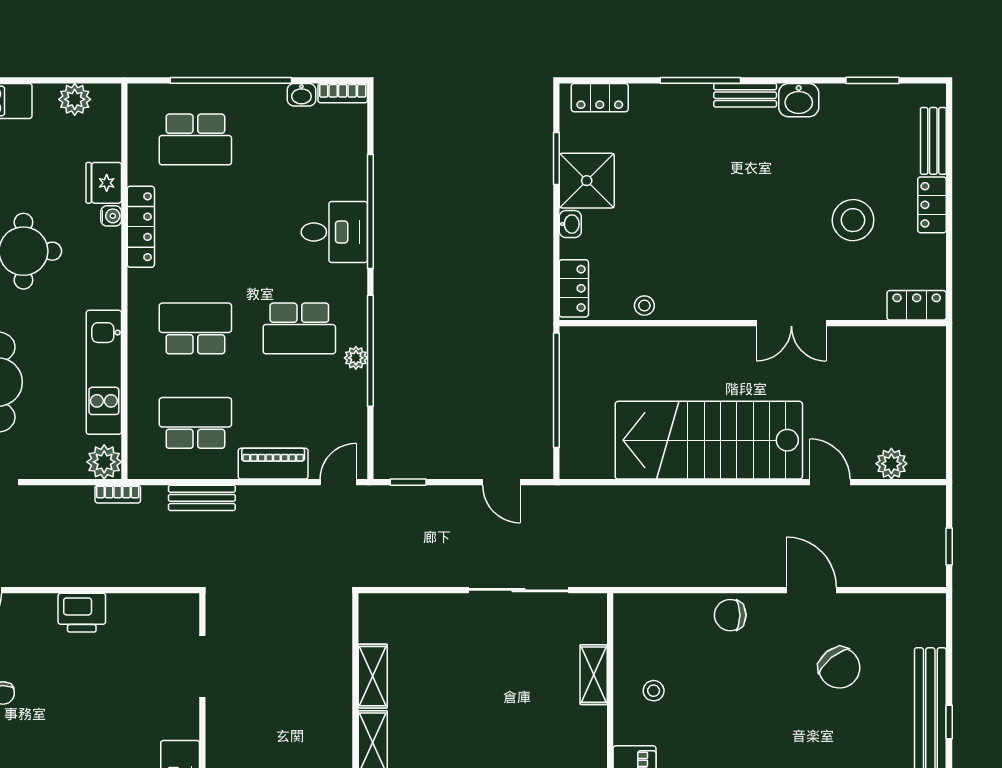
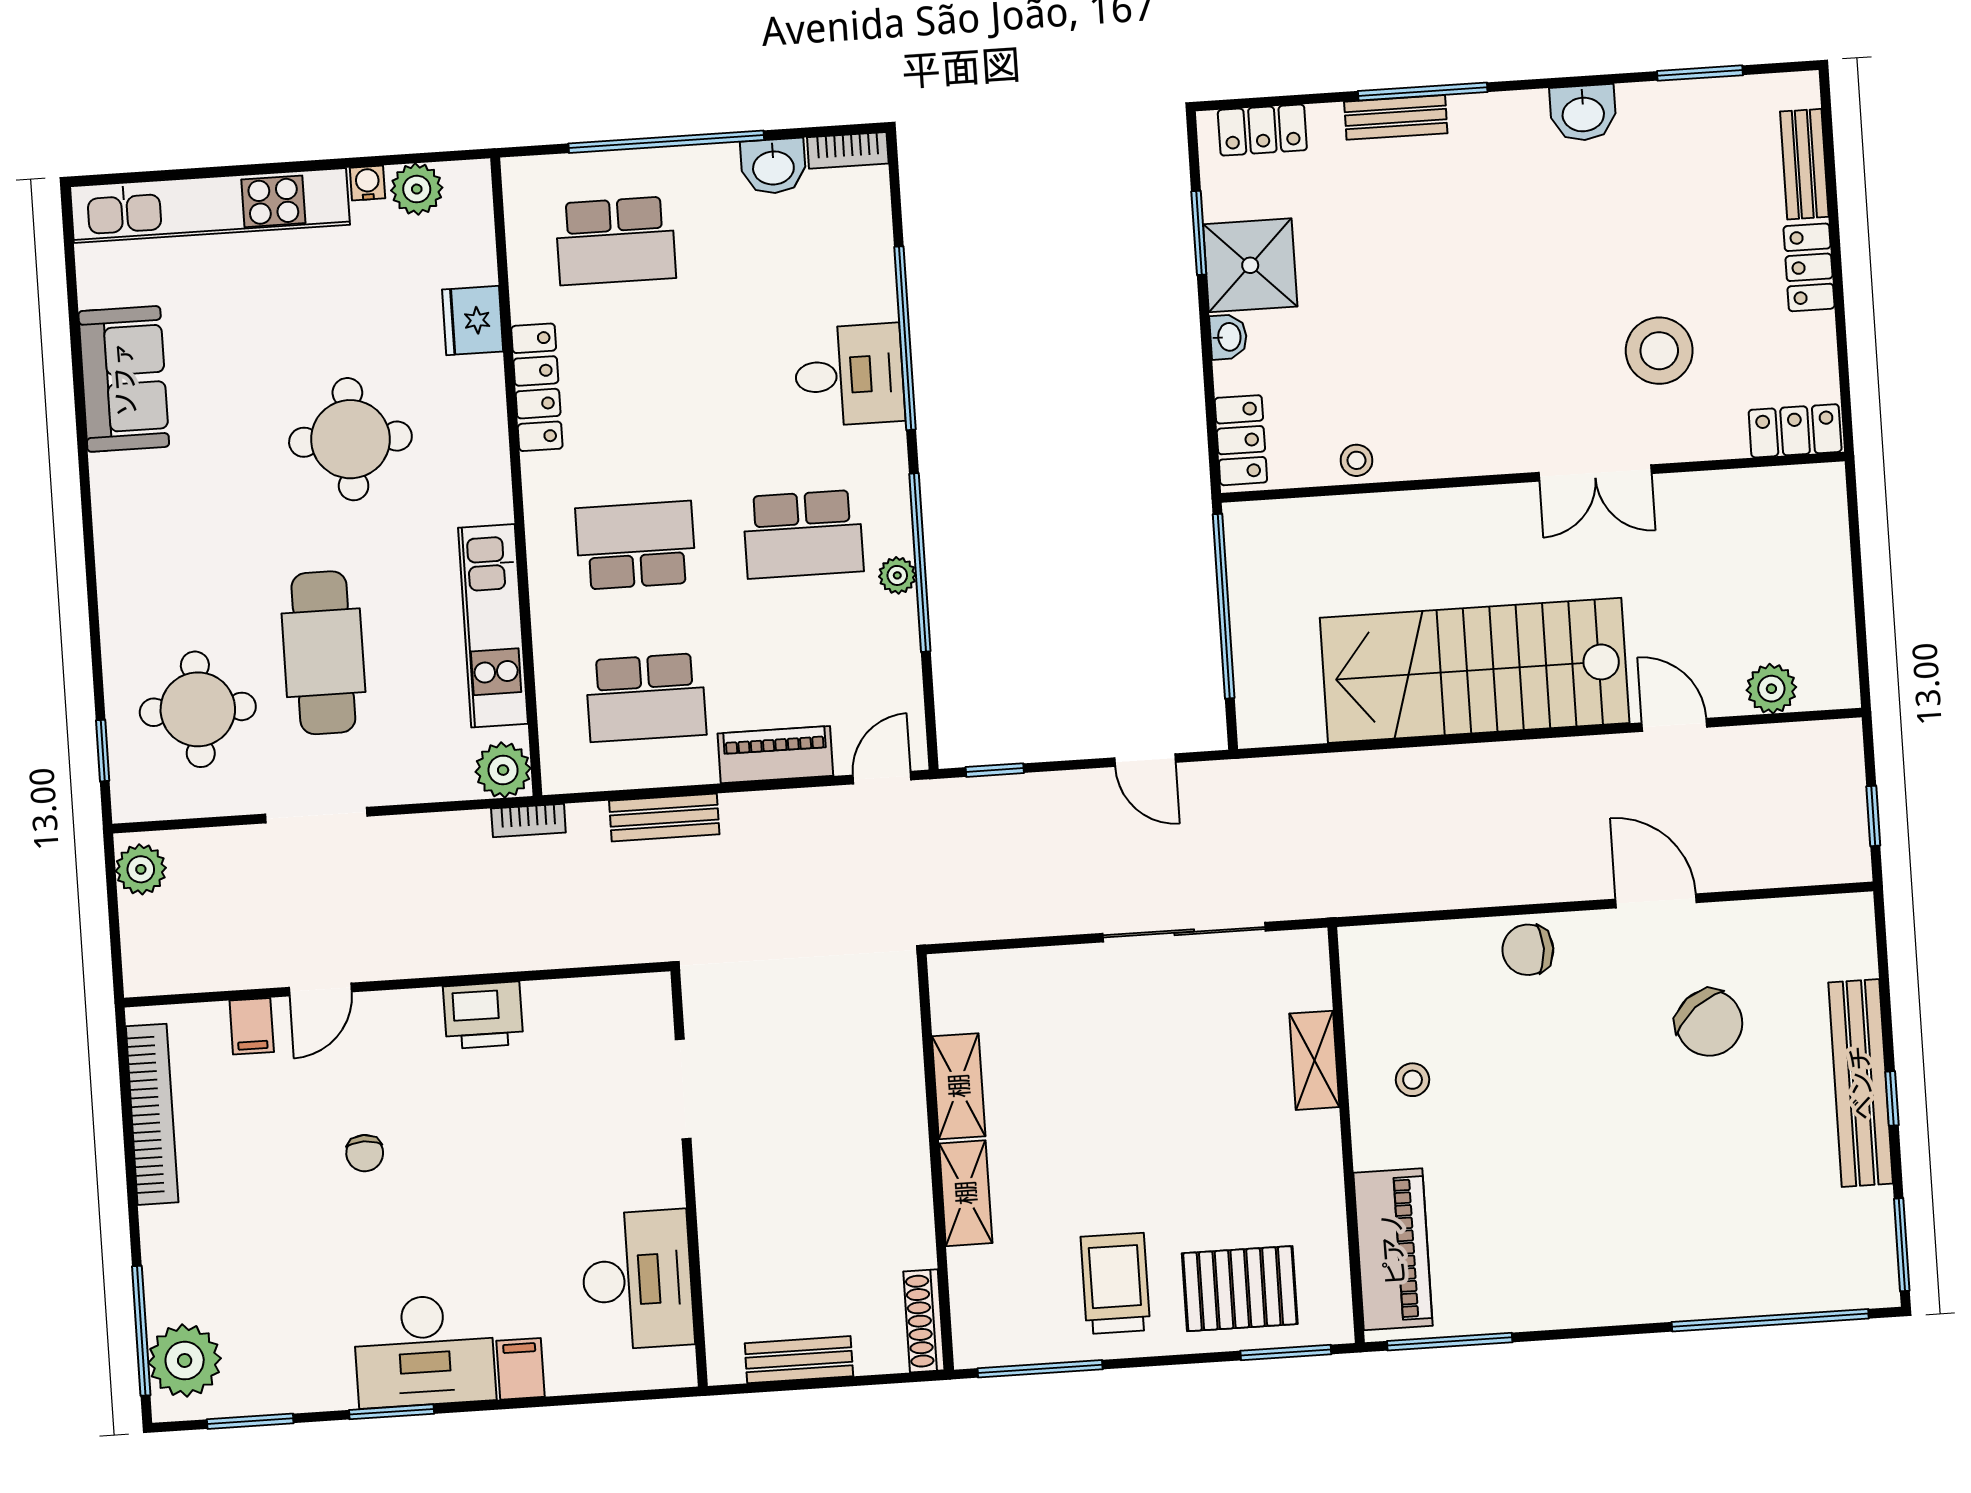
washbasin: (301, 95) -> (773, 166), width x1.38, depth x1.45
bench: (745, 95) -> (1396, 117), moved
water cooler: (111, 216) -> (367, 183), moved, turned -90
stool: (853, 220) -> (1659, 351), moved
school desk: (195, 423) -> (646, 698), turned 180

